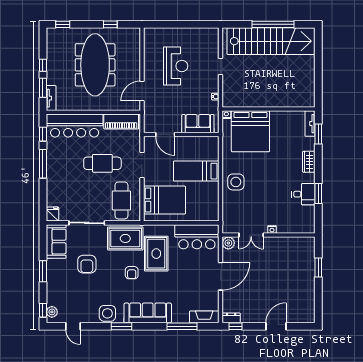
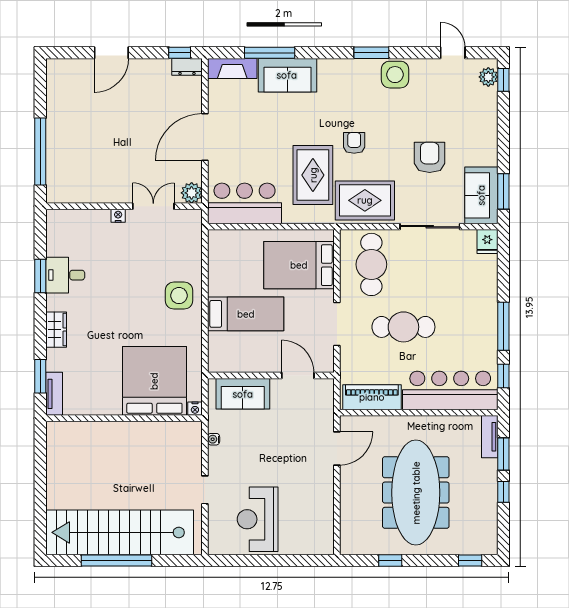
reception desk: (176, 66) -> (258, 519), moved
window: (318, 268) -> (40, 152), width x2.11
window: (43, 271) -> (503, 191), moved
sofa: (148, 313) -> (287, 75), moved, width x0.73

